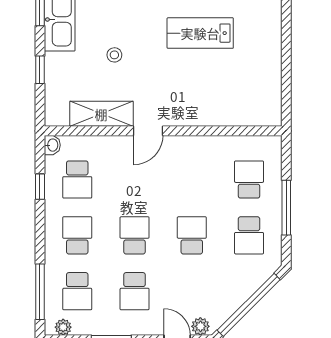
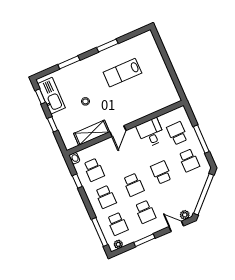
desk: (204, 158) -> (151, 133), added
school desk: (77, 235) -> (106, 197), turned 180
school desk: (135, 235) -> (133, 185), turned 180

